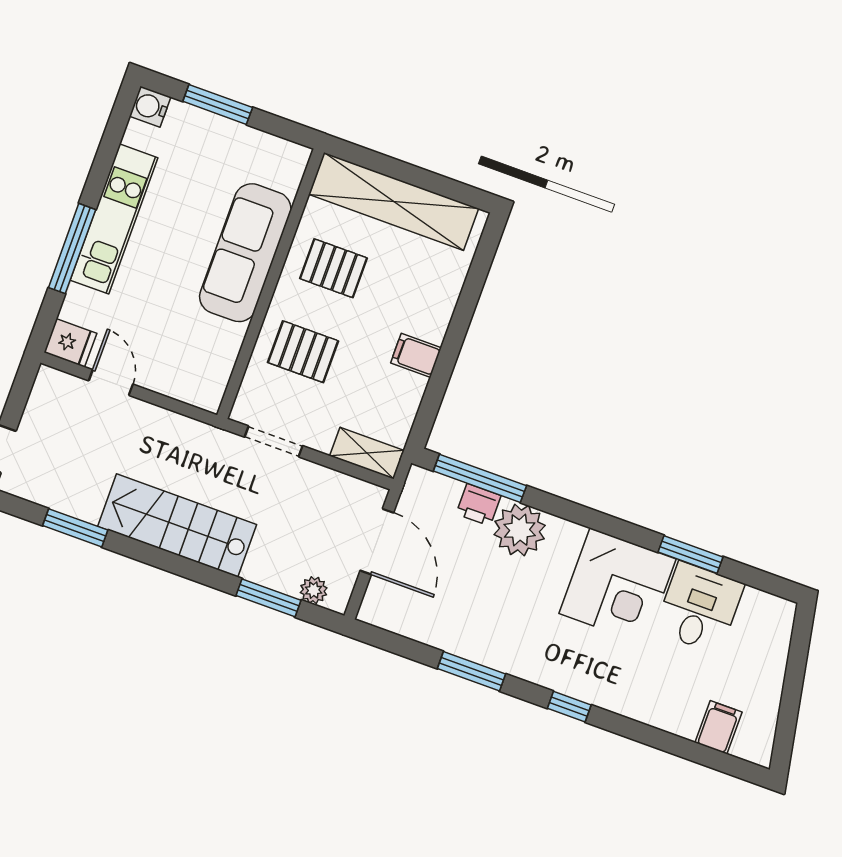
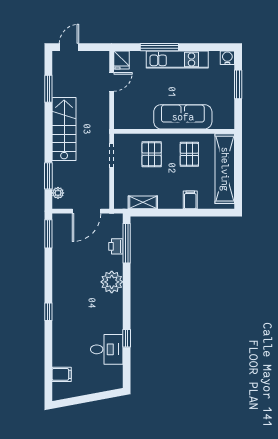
filing cabinet: (416, 355) -> (190, 200), moved
shelving: (367, 453) -> (143, 202), moved, turned 90
plant: (520, 530) -> (112, 282), moved
window: (690, 555) -> (127, 338), width x0.67
corner desk: (618, 586) -> (103, 314), removed
window: (472, 671) -> (48, 234), moved

